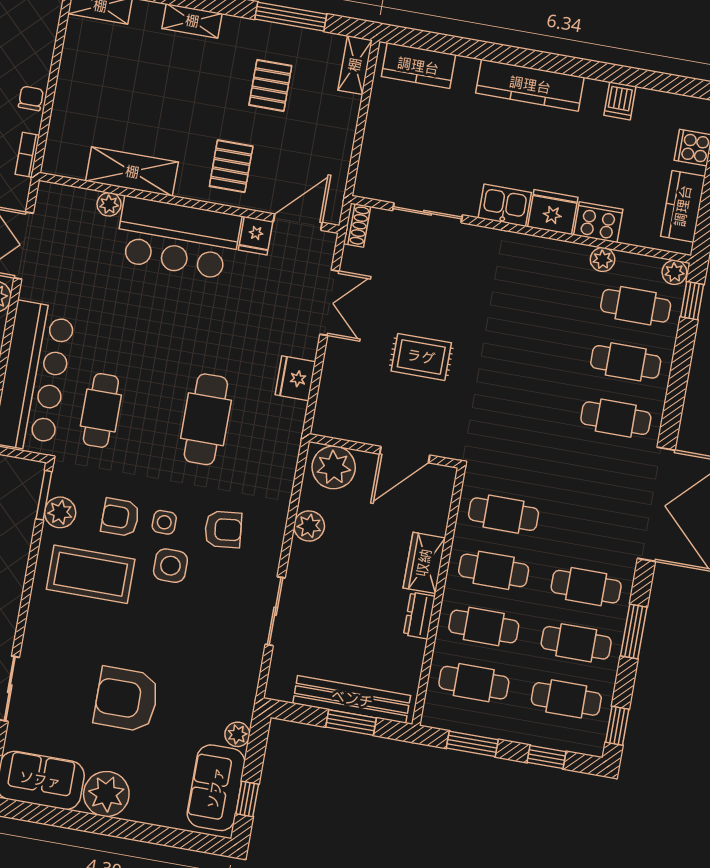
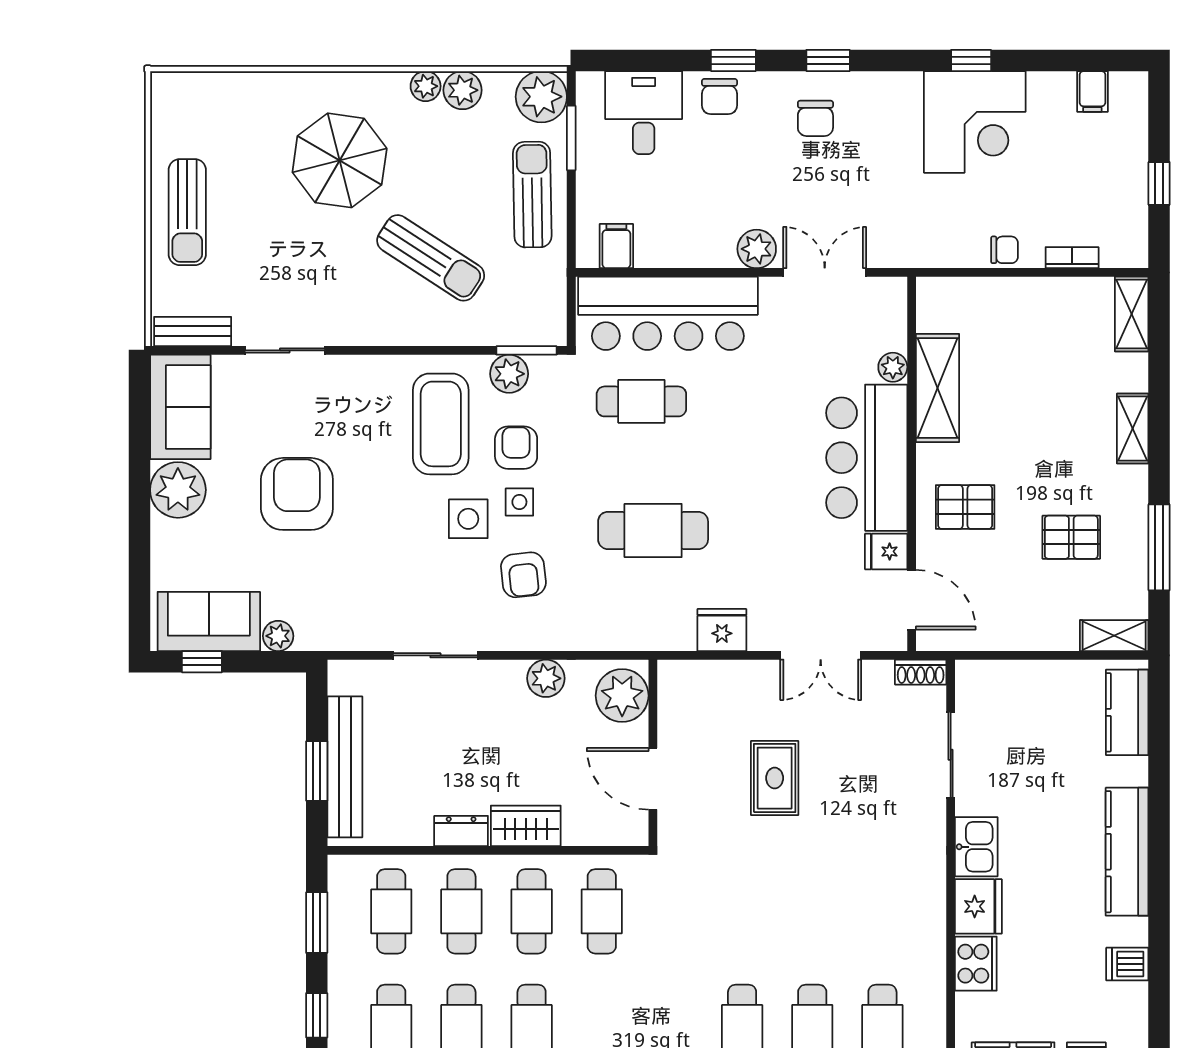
bookcase: (27, 155) -> (1072, 258), moved
plant: (603, 259) -> (931, 977), removed

